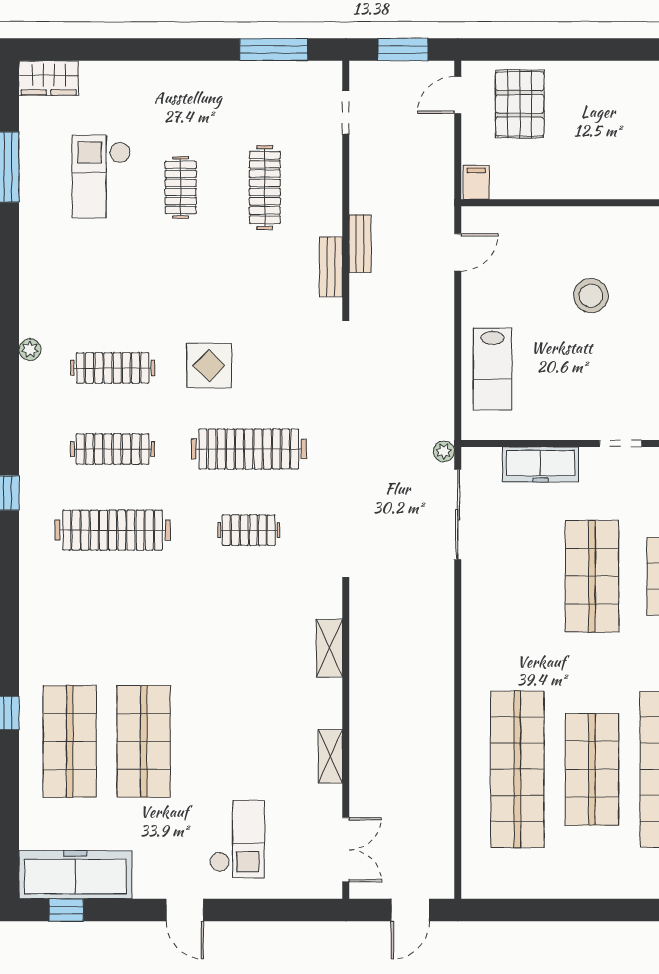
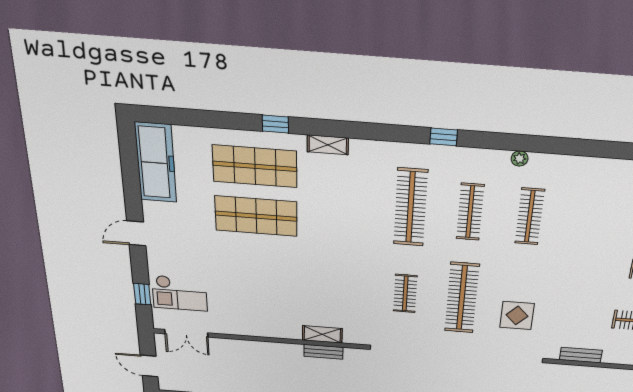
bench: (360, 244) -> (323, 352), moved
plant: (30, 350) -> (520, 159), moved
display table: (209, 366) -> (517, 315), moved
shelving: (330, 756) -> (328, 145), moved
checkout: (237, 839) -> (180, 293), moved
window: (66, 910) -> (142, 294), moved

